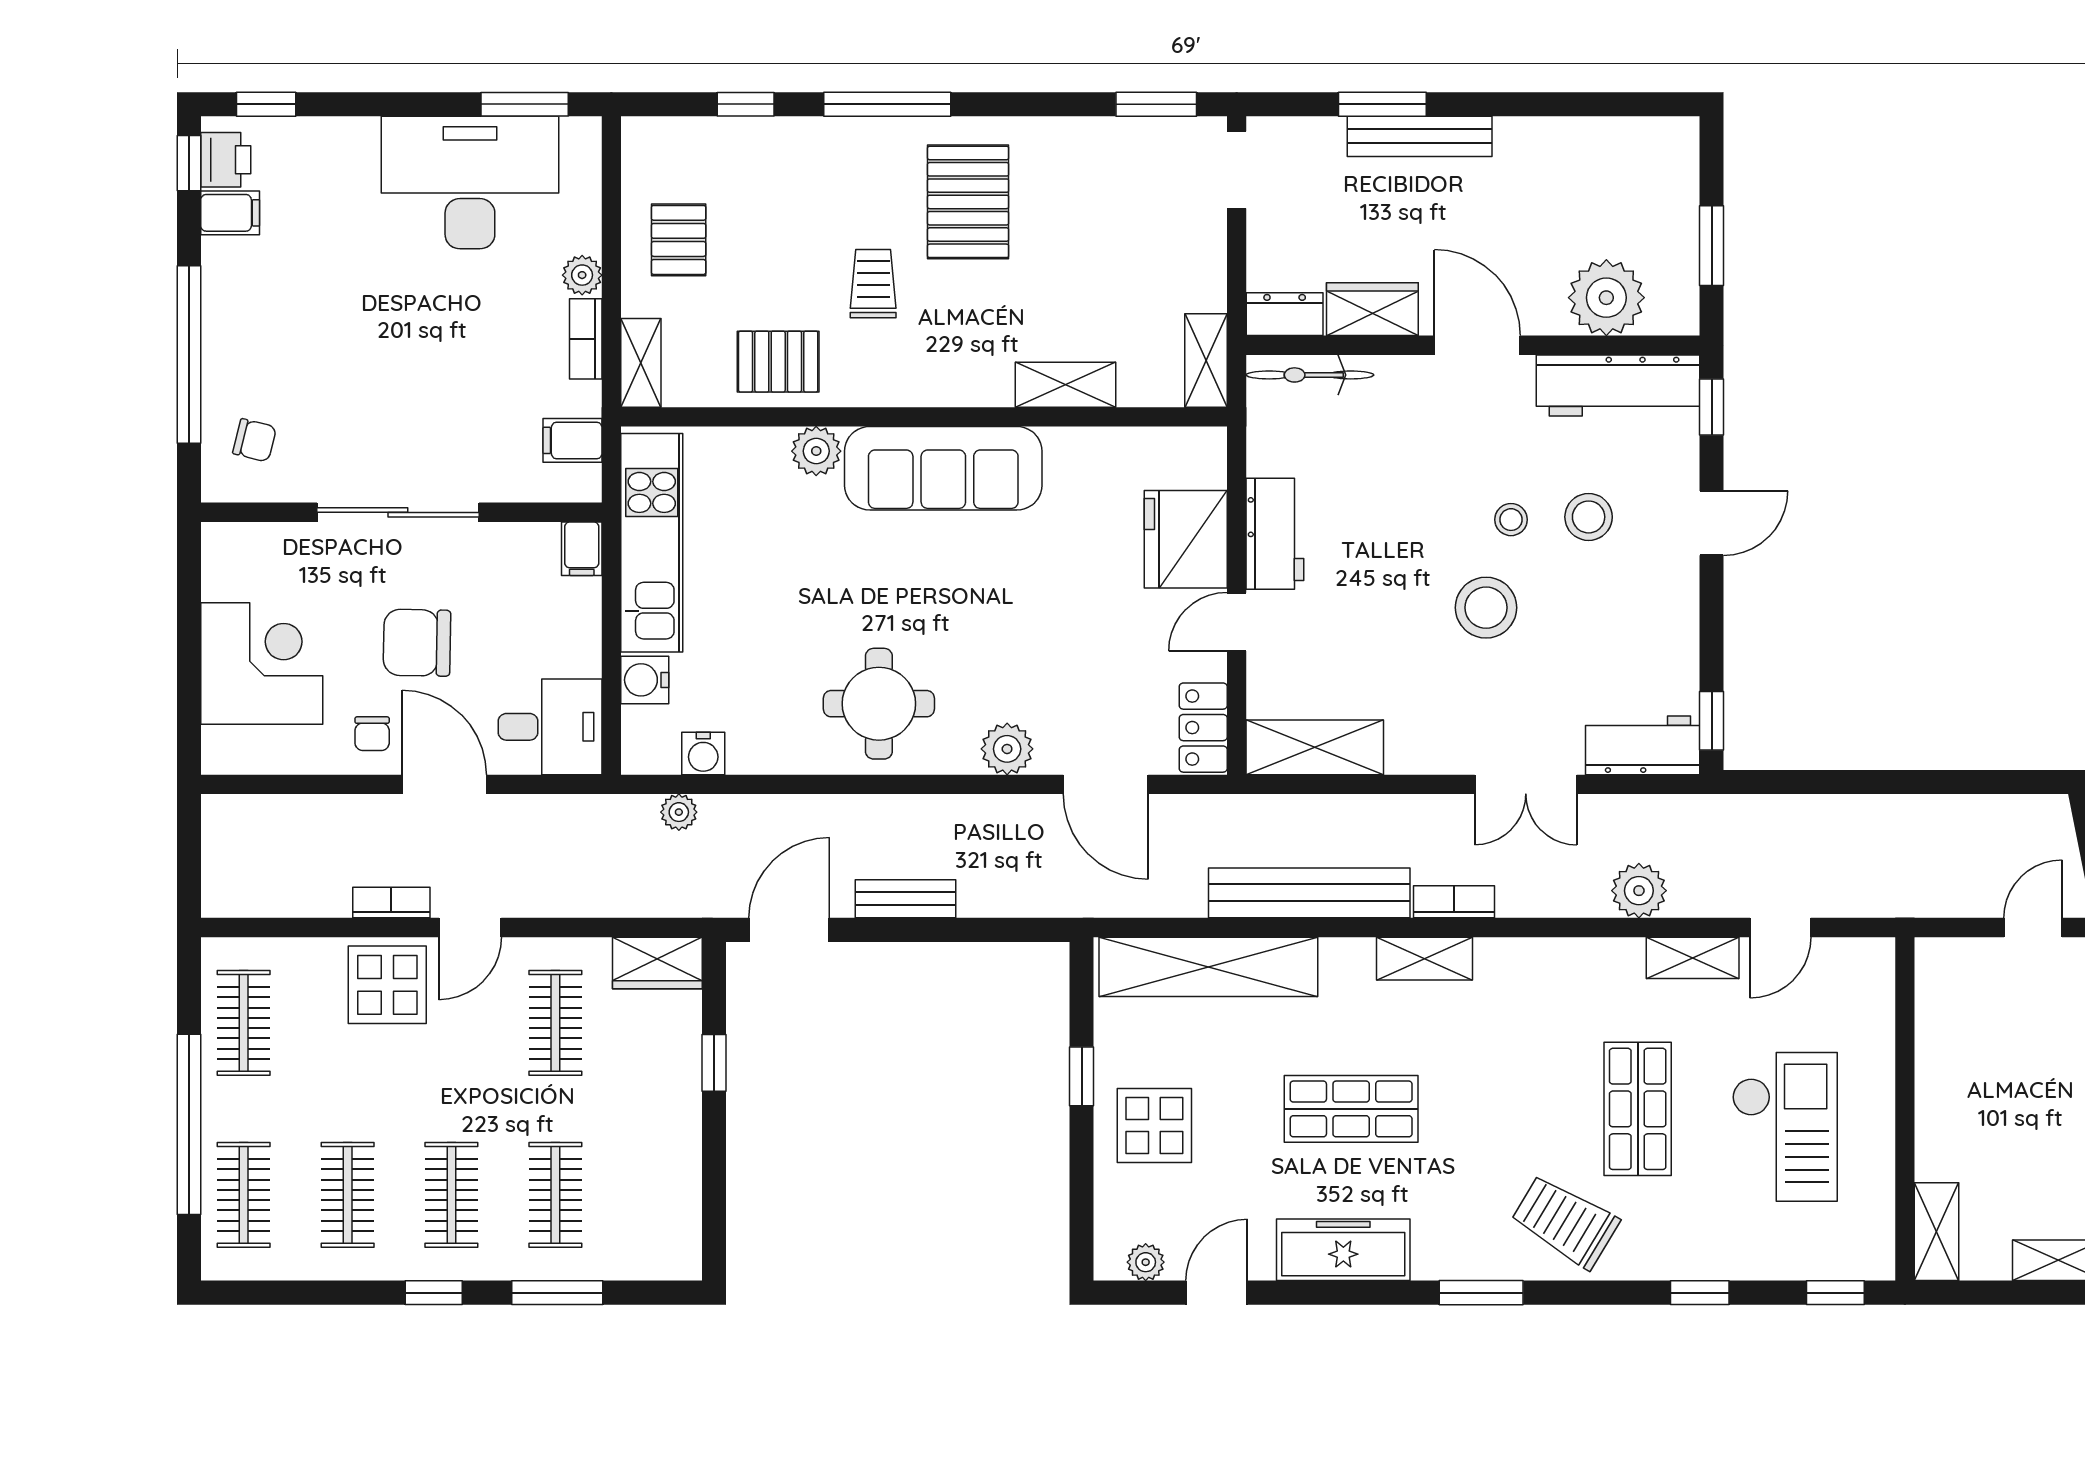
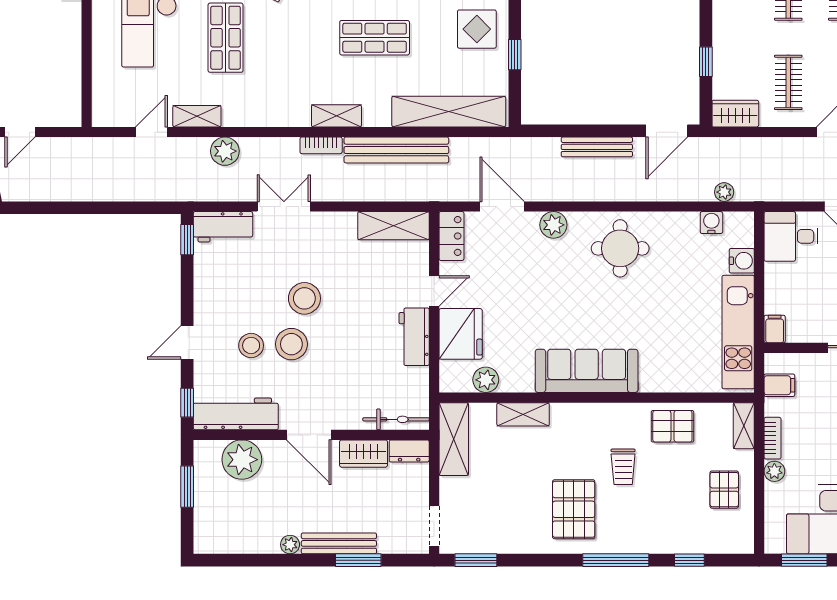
plant: (1514, 134) -> (290, 545), added
shelving: (1206, 360) -> (454, 439), width x1.50, depth x1.33
plant: (816, 451) -> (486, 380), moved
stool: (1511, 520) -> (291, 344), width x1.89, depth x1.89
bench: (905, 899) -> (597, 147), width x1.36

